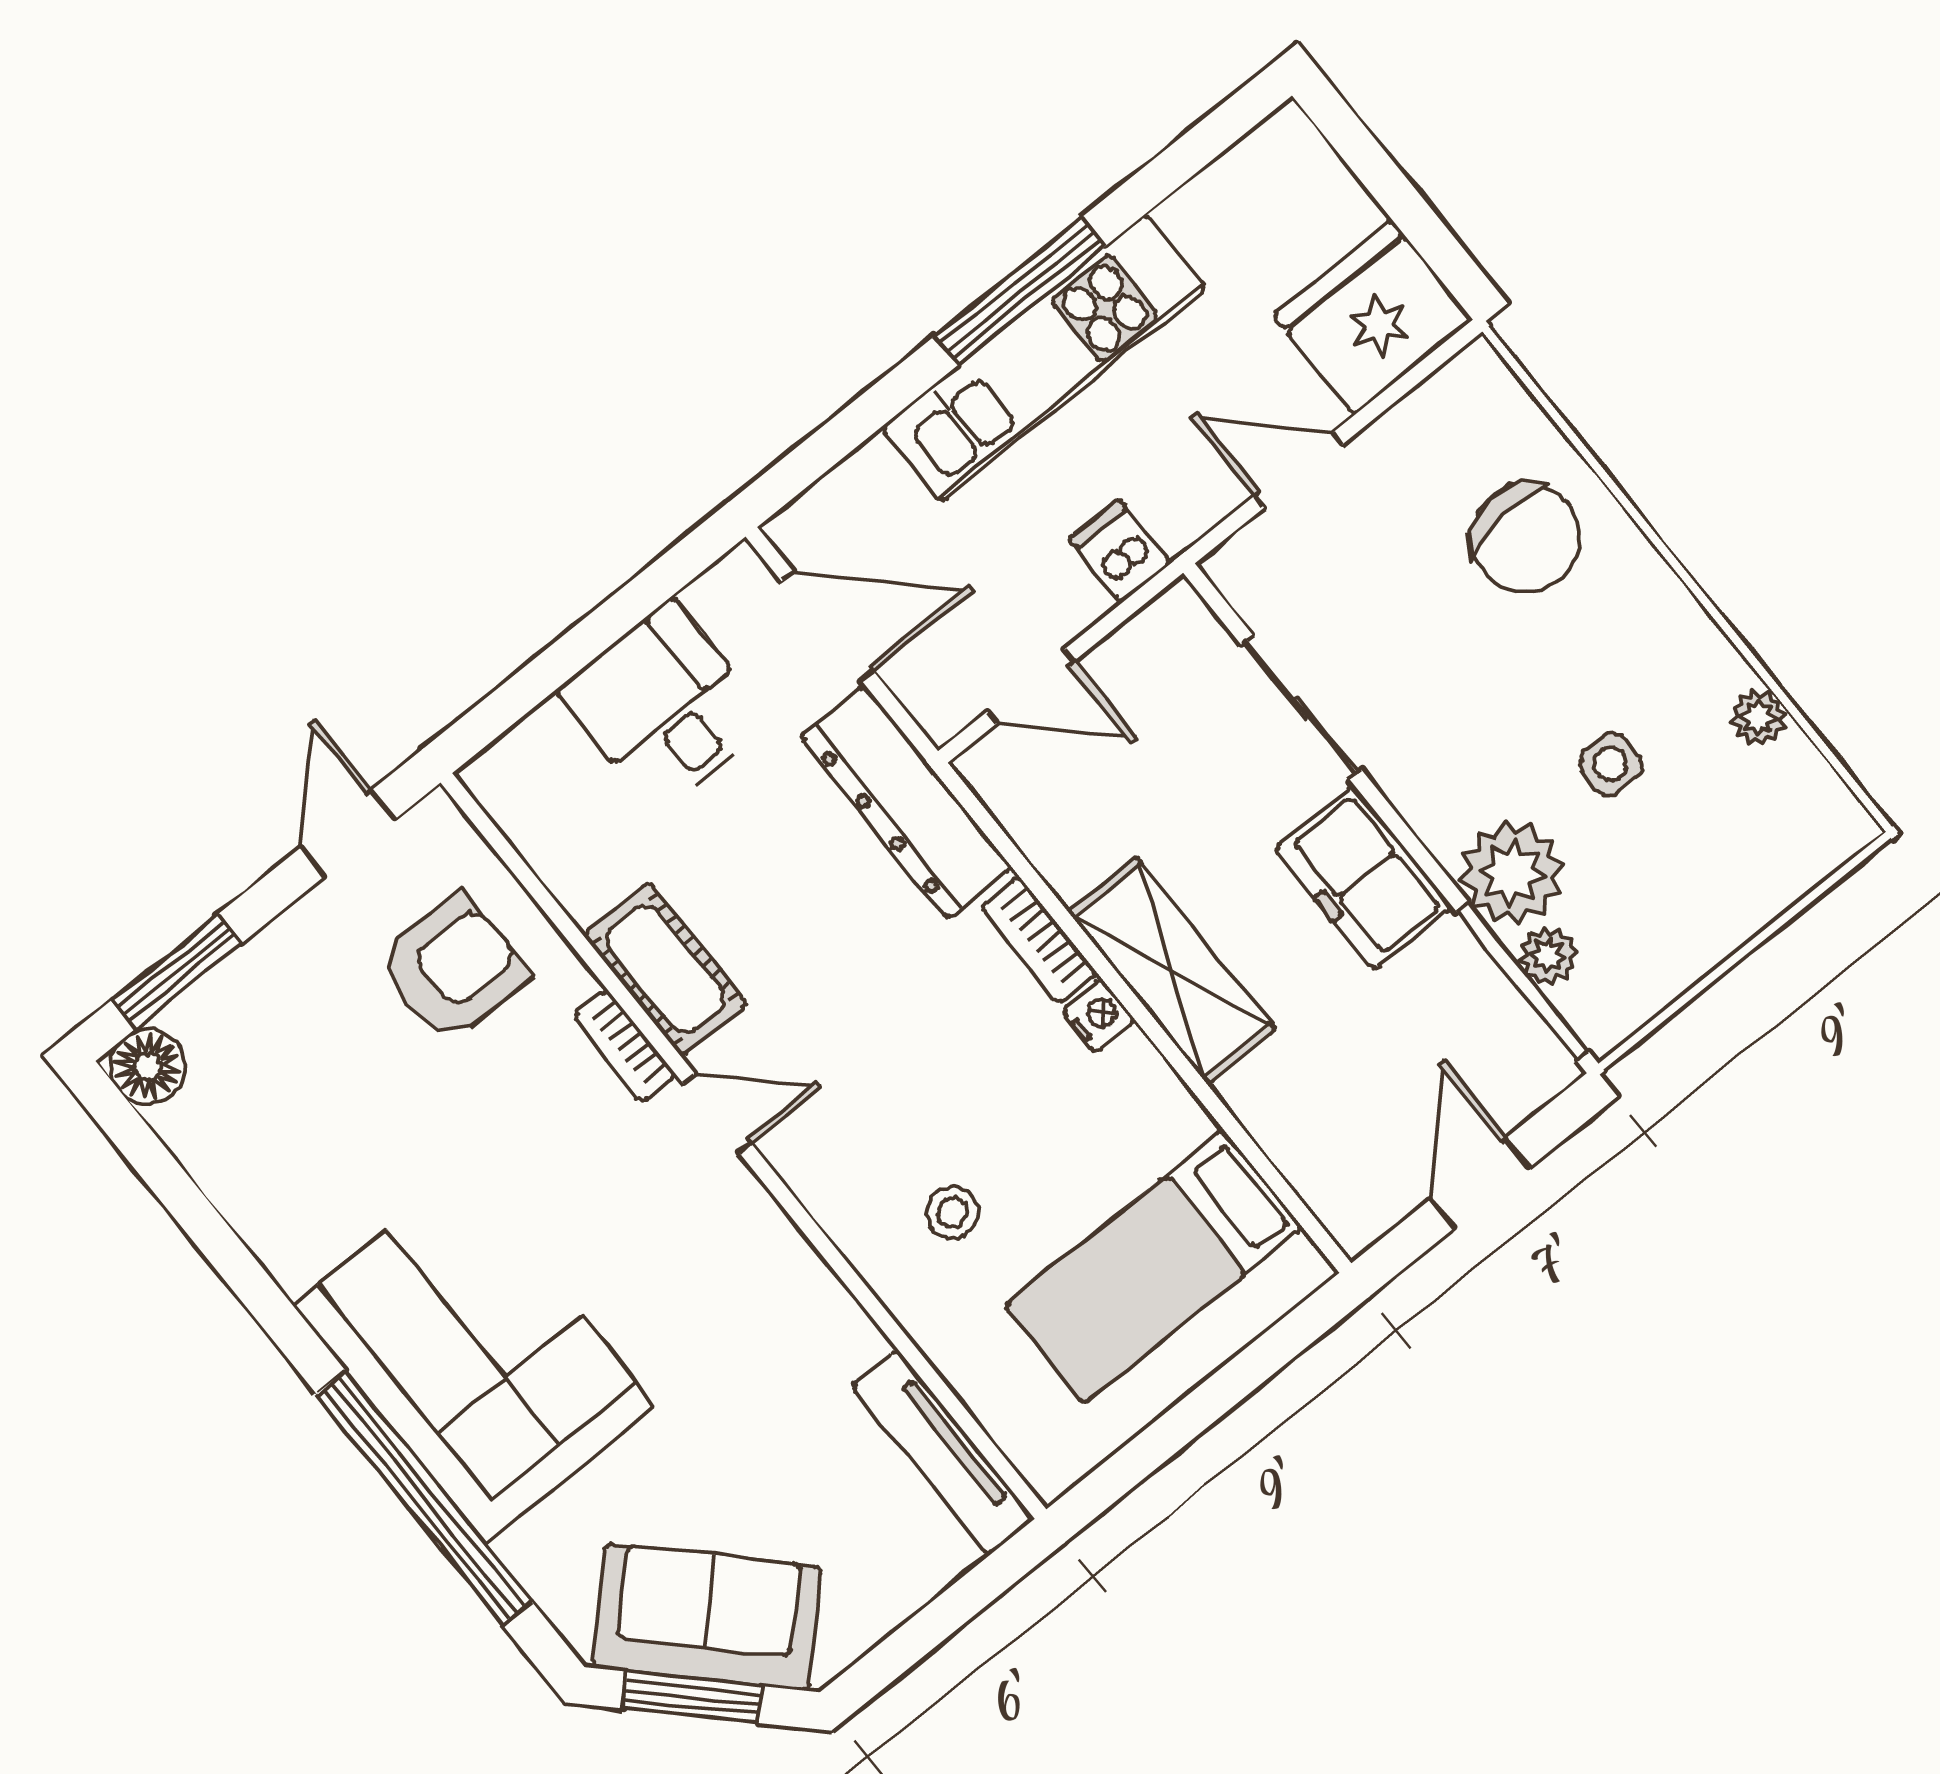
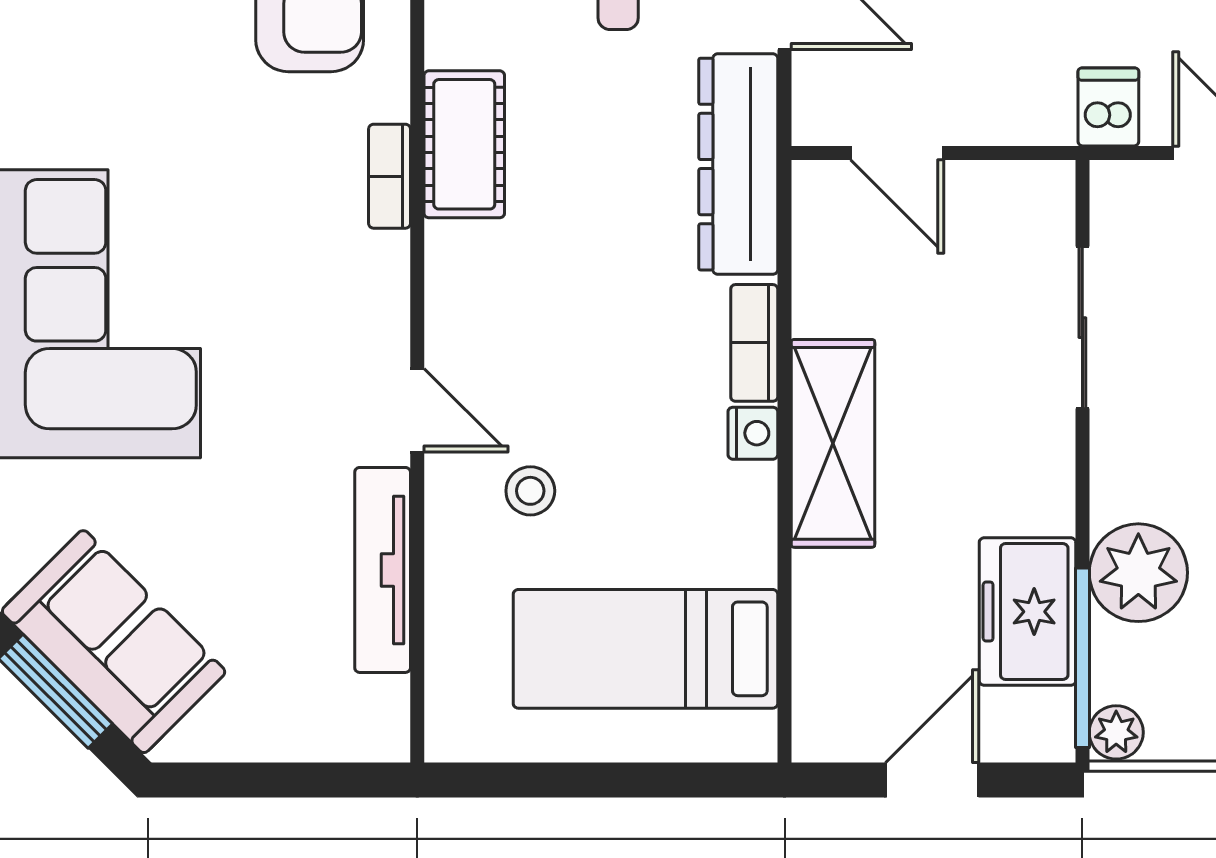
dishwasher: (1120, 551) -> (1108, 107), moved
freezer: (1364, 878) -> (1027, 612), moved
plant: (1548, 956) -> (1116, 732), moved
door: (717, 1114) -> (417, 410), moved
tv unit: (943, 1452) -> (383, 570), moved

